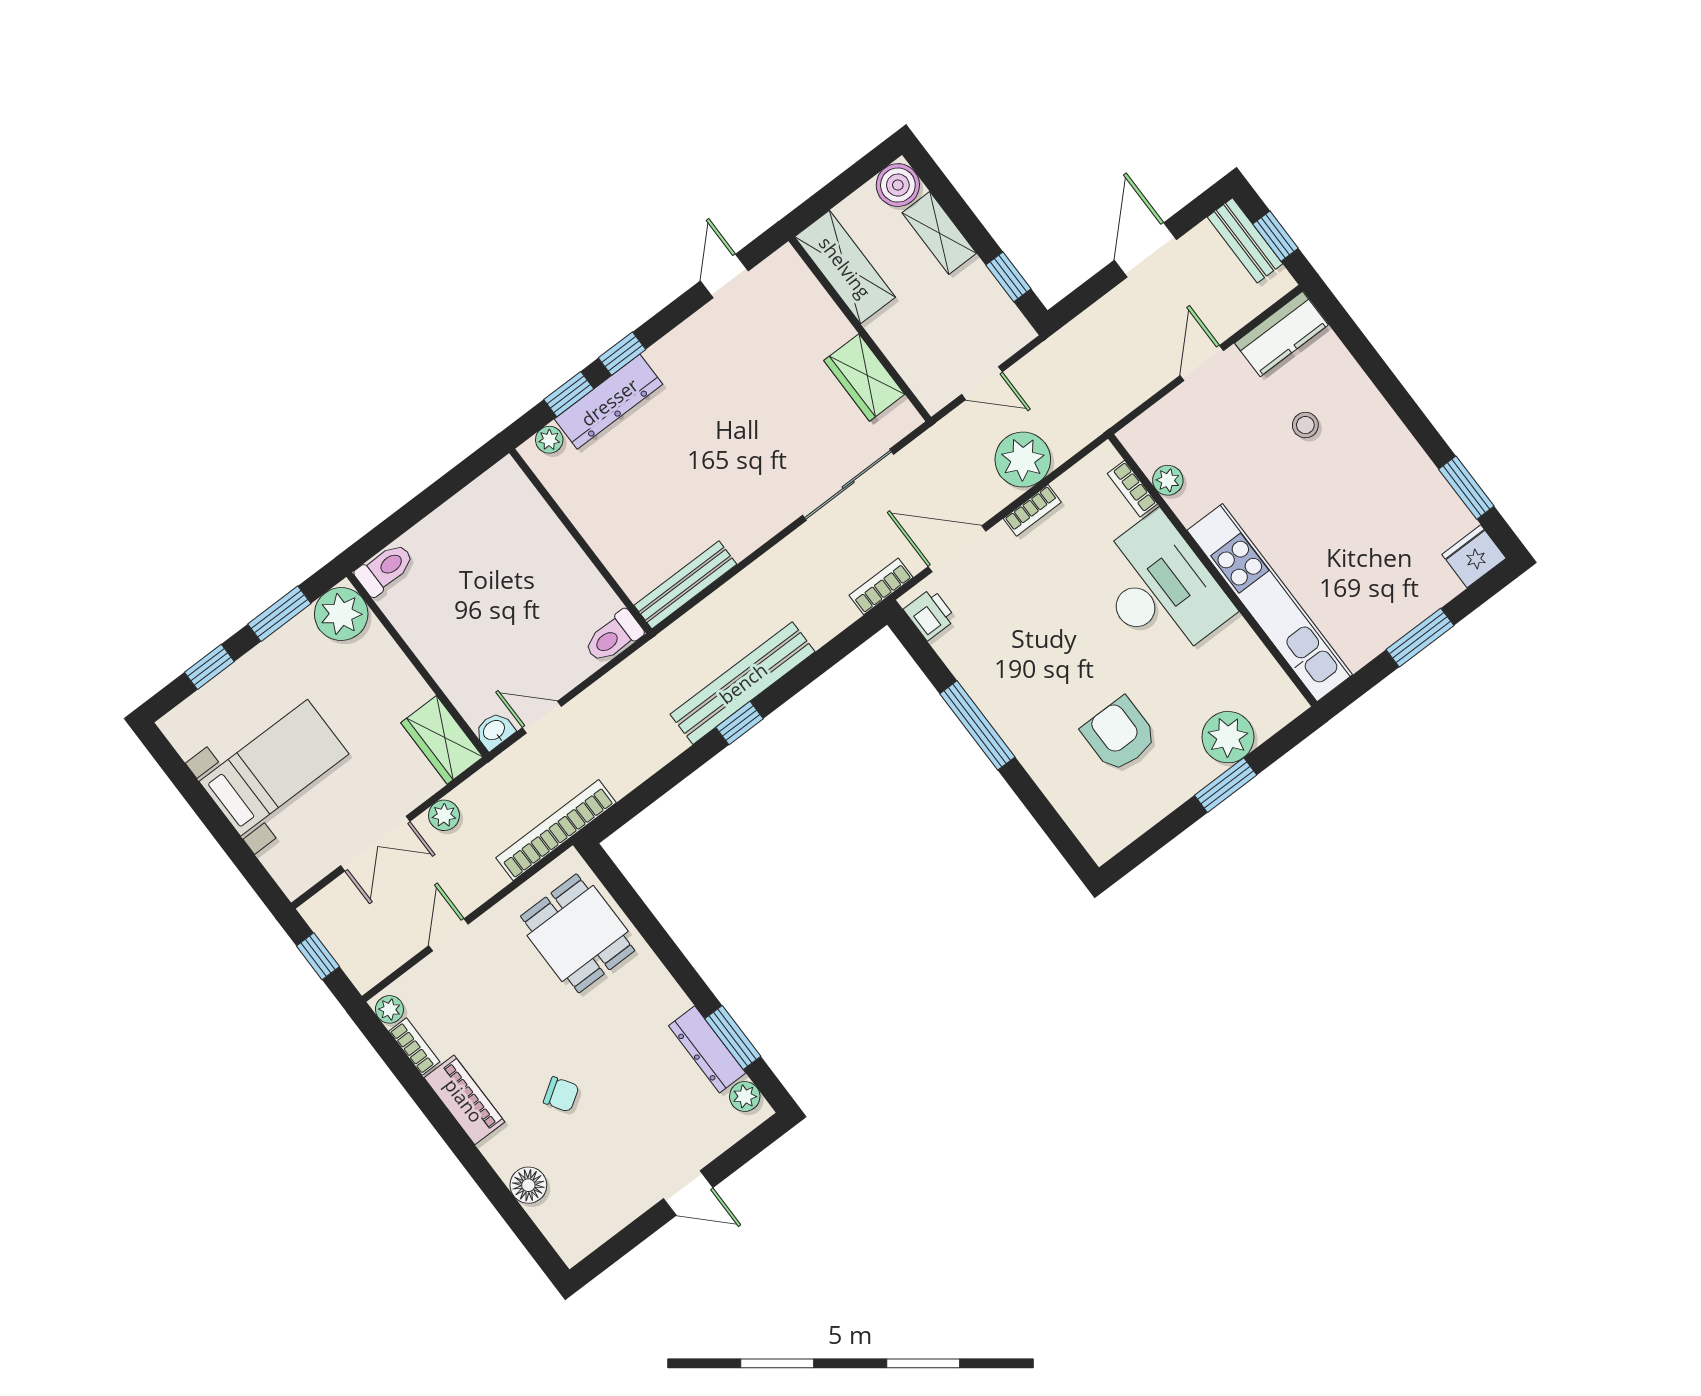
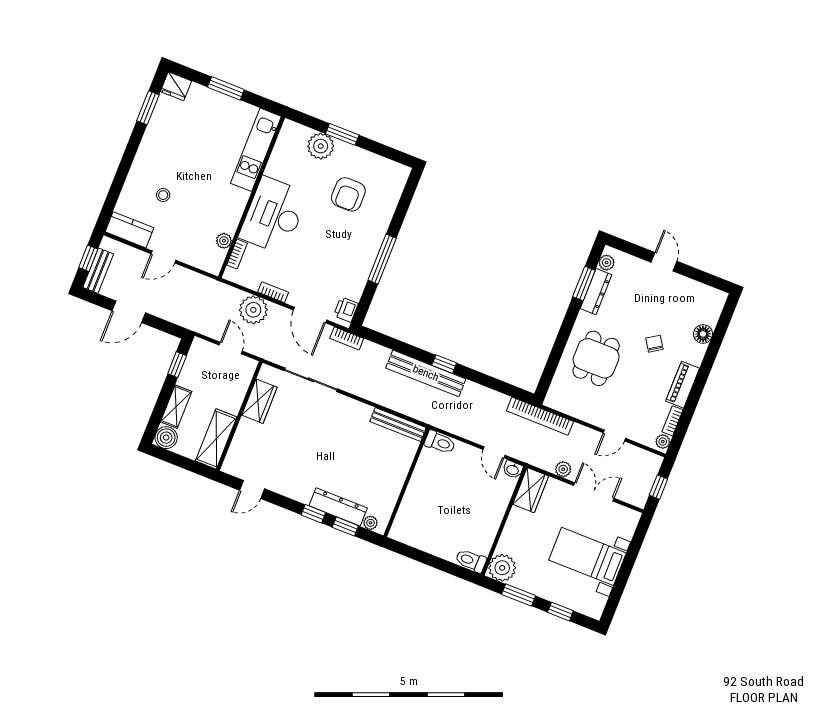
kitchen unit: (1270, 603) -> (256, 150), width x0.73
dining table: (578, 933) -> (596, 358), moved

